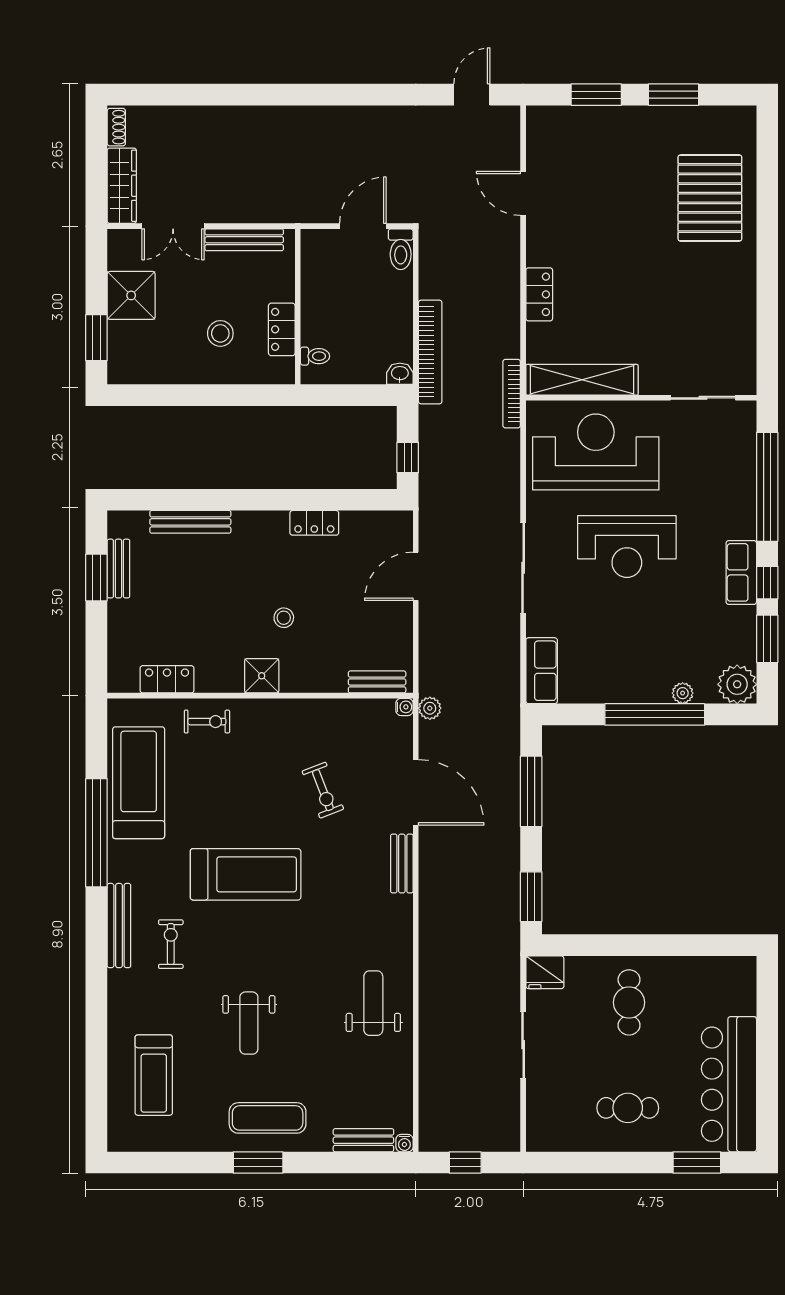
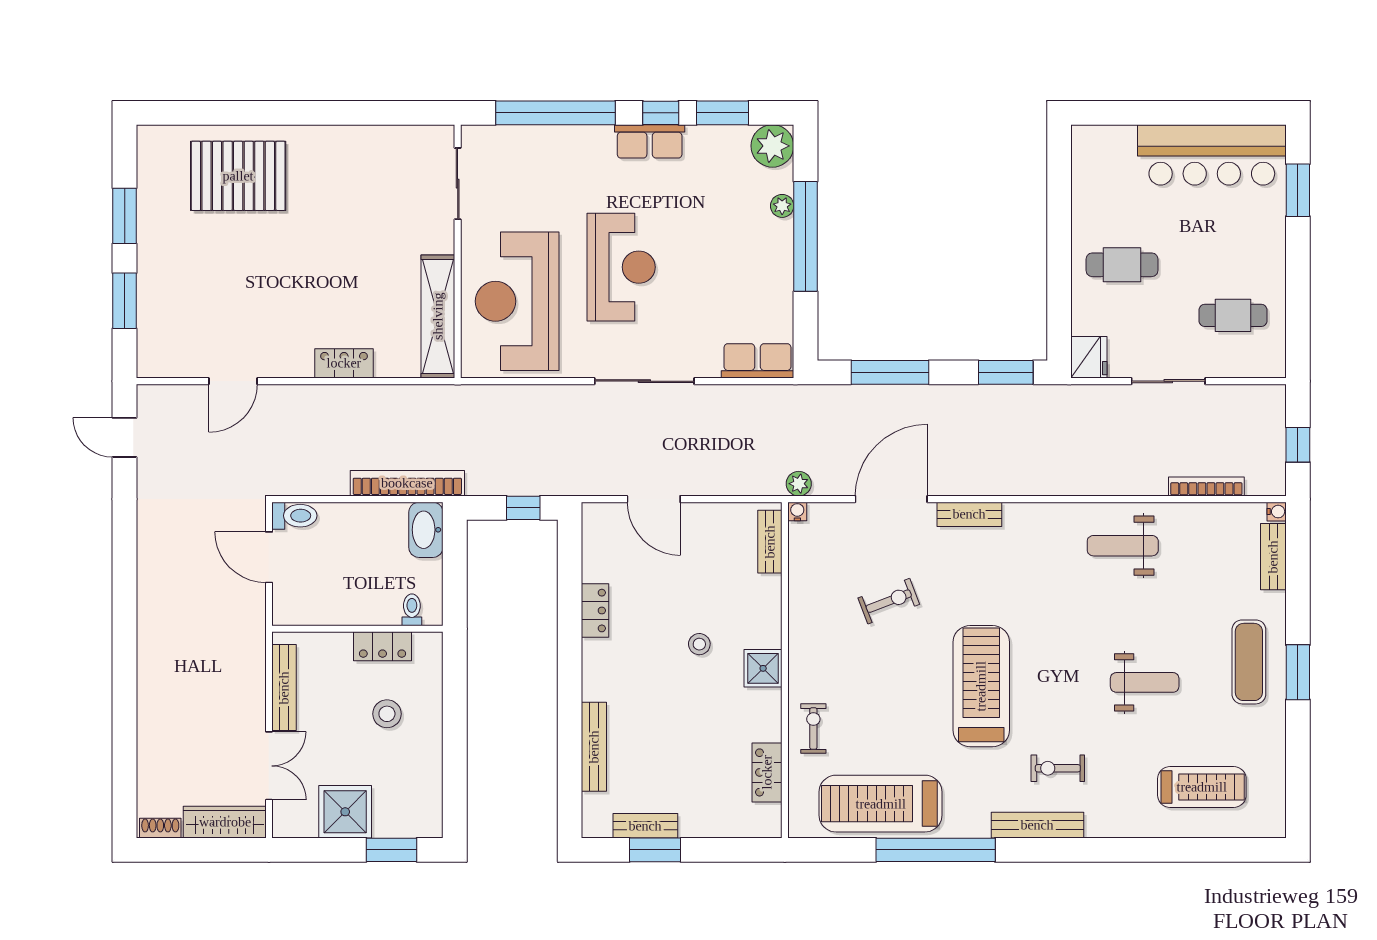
washbasin: (400, 374) -> (426, 530), width x1.91, depth x1.45
bookcase: (512, 394) -> (1206, 486), moved, turned 180
cafe table: (628, 1108) -> (1233, 315), moved, turned 90

